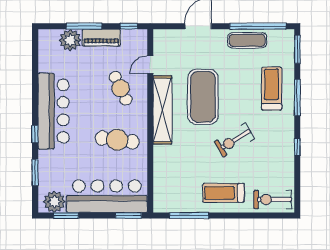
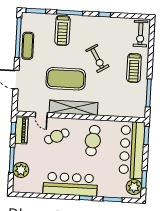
piano: (101, 38) -> (21, 131), moved
treadmill: (272, 89) -> (63, 30), turned -90

